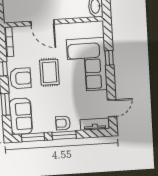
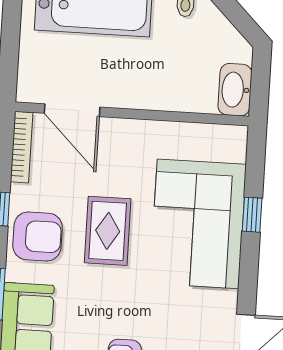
door: (42, 23) -> (72, 110), moved

